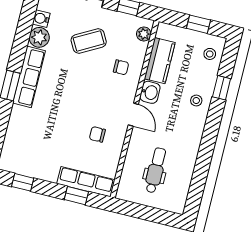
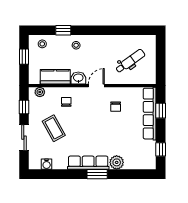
plant: (39, 37) -> (117, 162), moved
dental chair: (156, 170) -> (130, 61), turned 144
row of seats: (86, 182) -> (150, 114), width x1.36

